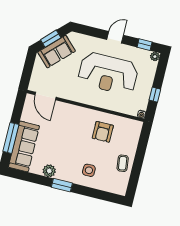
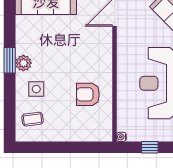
coffee table: (123, 163) -> (32, 119), moved
plant: (49, 171) -> (23, 63), moved

